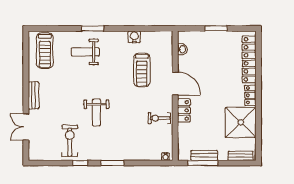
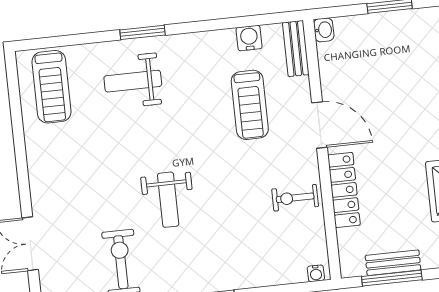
water cooler: (134, 37) -> (249, 38), moved
washbasin: (182, 49) -> (324, 30), moved
bench: (34, 95) -> (296, 49), moved
locker: (184, 110) -> (344, 190), width x1.53

